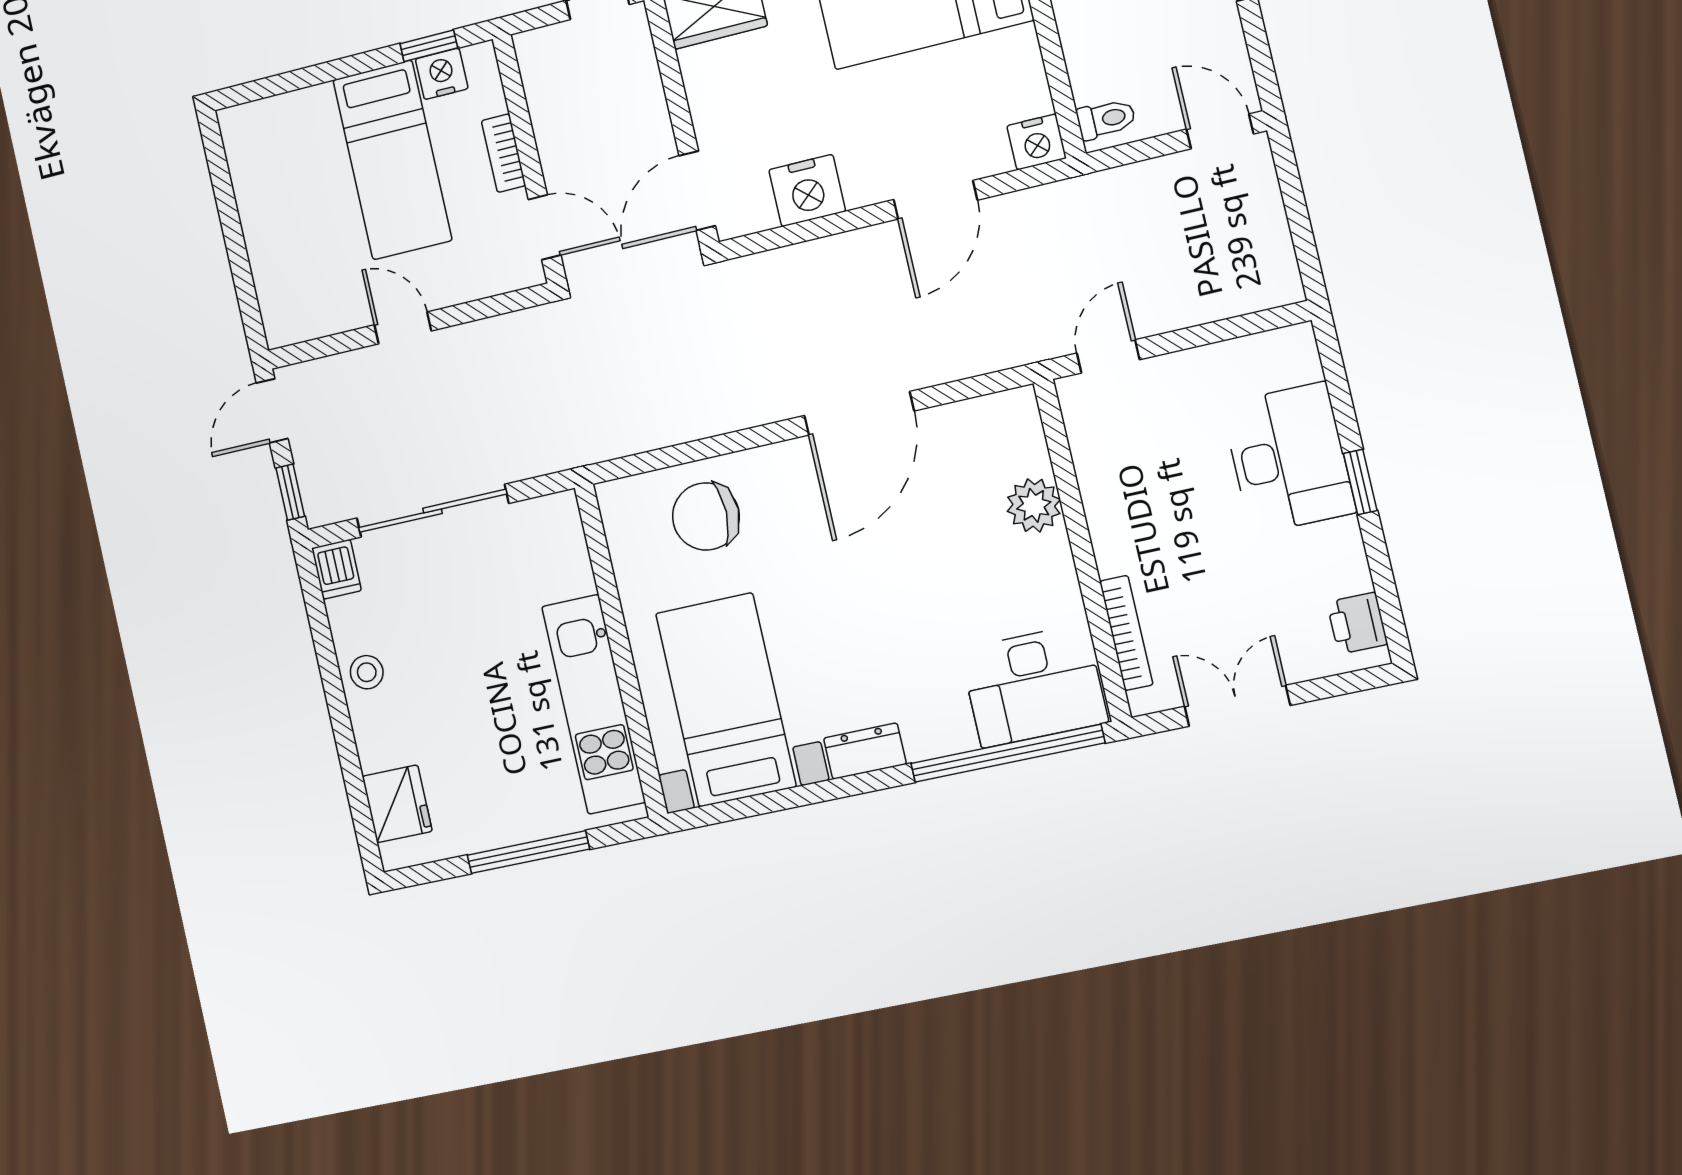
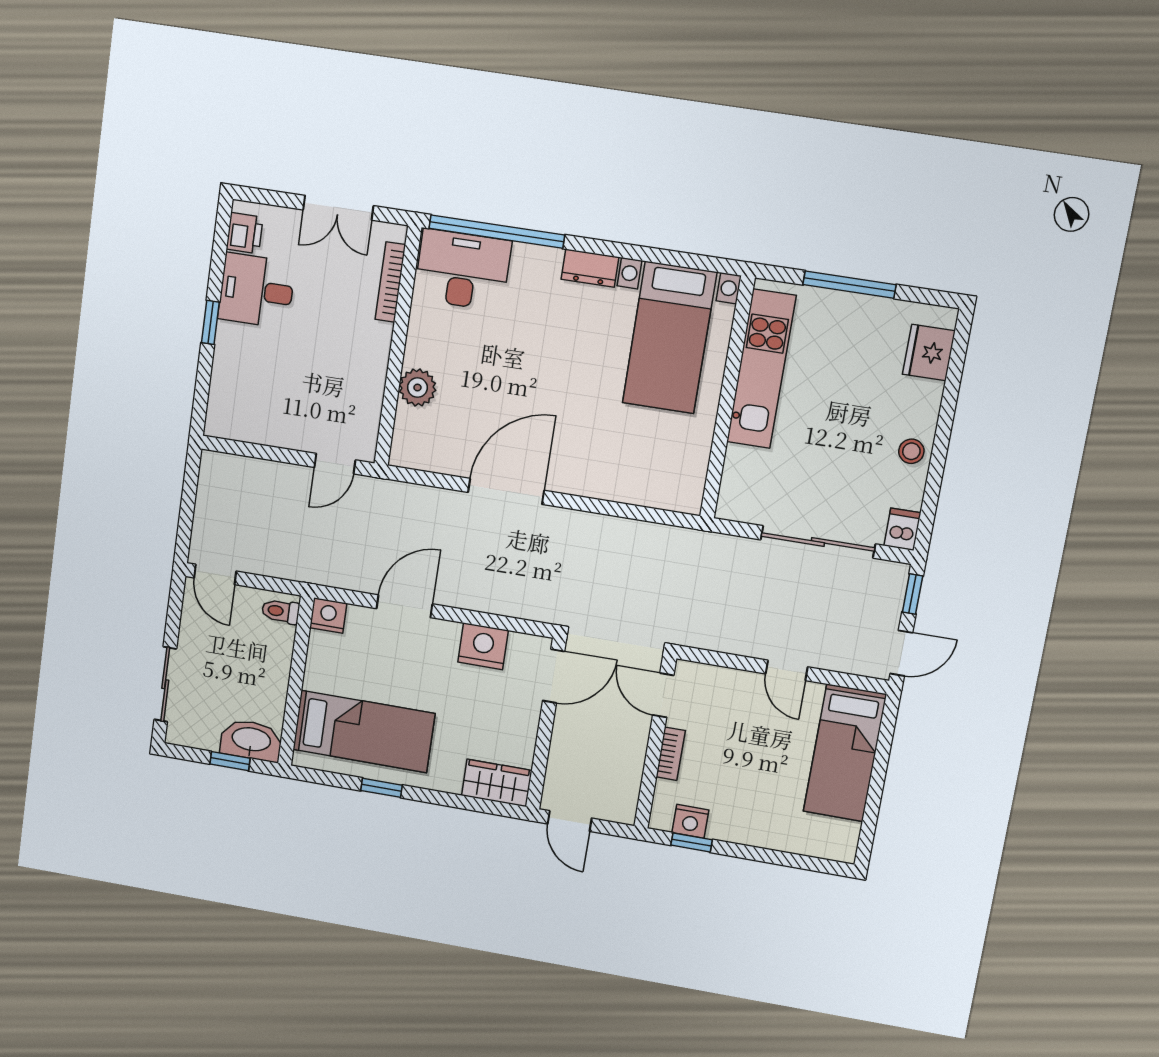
bed: (392, 160) -> (845, 753), moved, turned 180
desk: (1288, 458) -> (257, 291), moved, width x0.73
chair: (706, 516) -> (633, 465), removed

